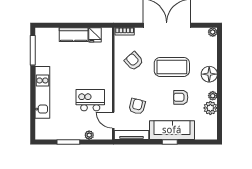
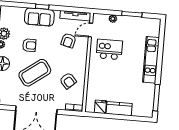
coffee table: (172, 67) -> (35, 73), turned -36
kitchen island: (90, 100) -> (109, 49), turned 180
door: (113, 120) -> (90, 30), swing flipped
sofa: (172, 130) -> (39, 17), width x0.73

